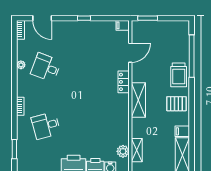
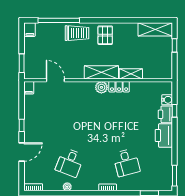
door: (42, 18) -> (22, 152), moved
locker: (124, 82) -> (119, 87), moved
filing cabinet: (182, 131) -> (30, 30), moved
shelving: (137, 150) -> (131, 74), moved
plant: (123, 151) -> (101, 87), moved

